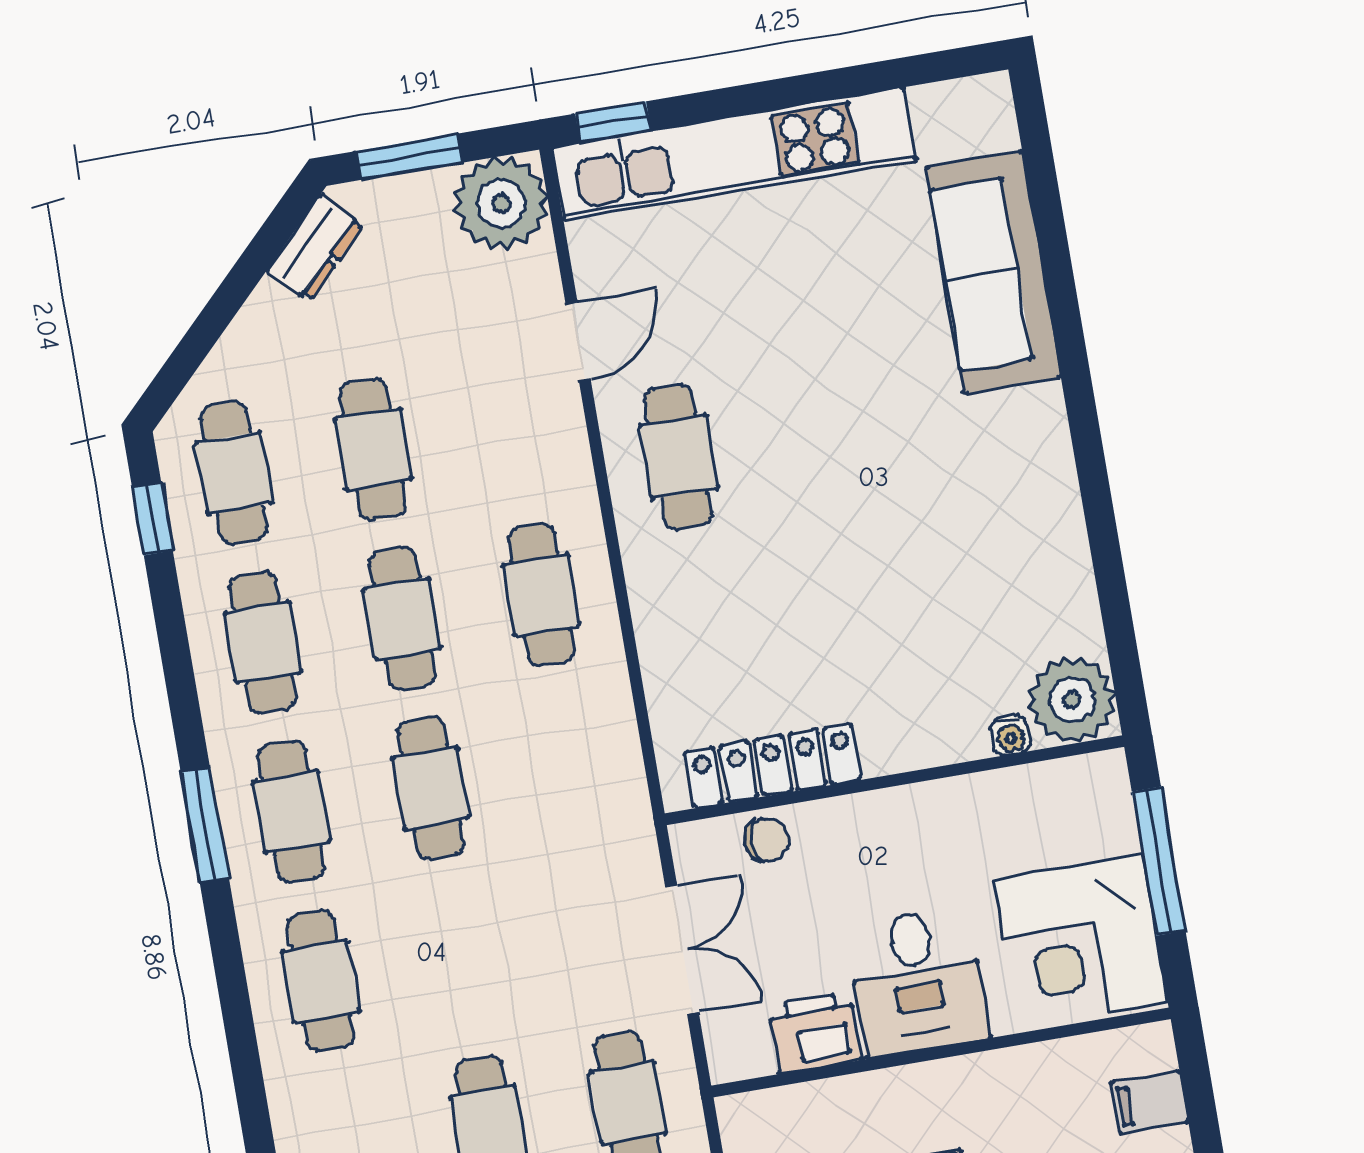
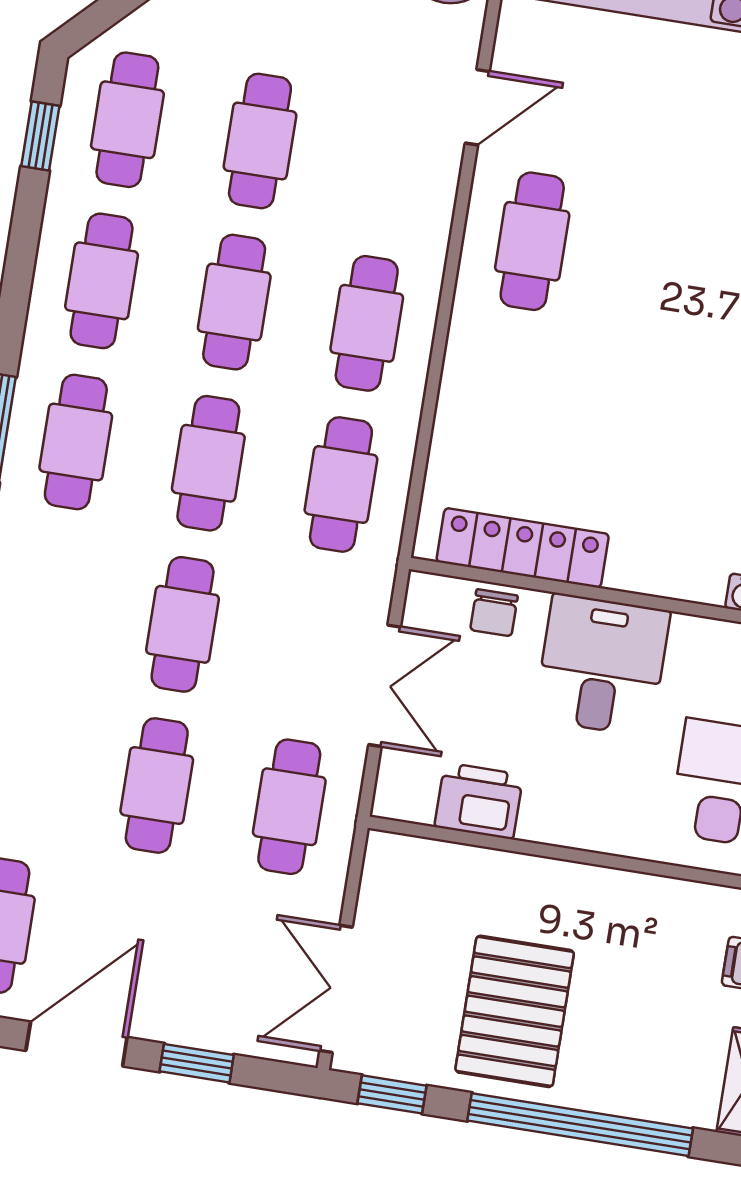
cafe table: (570, 764) -> (341, 484), added
chair: (766, 840) -> (494, 613), turned 90
cafe table: (320, 981) -> (183, 624), moved
desk: (918, 982) -> (602, 665), moved, turned 180

